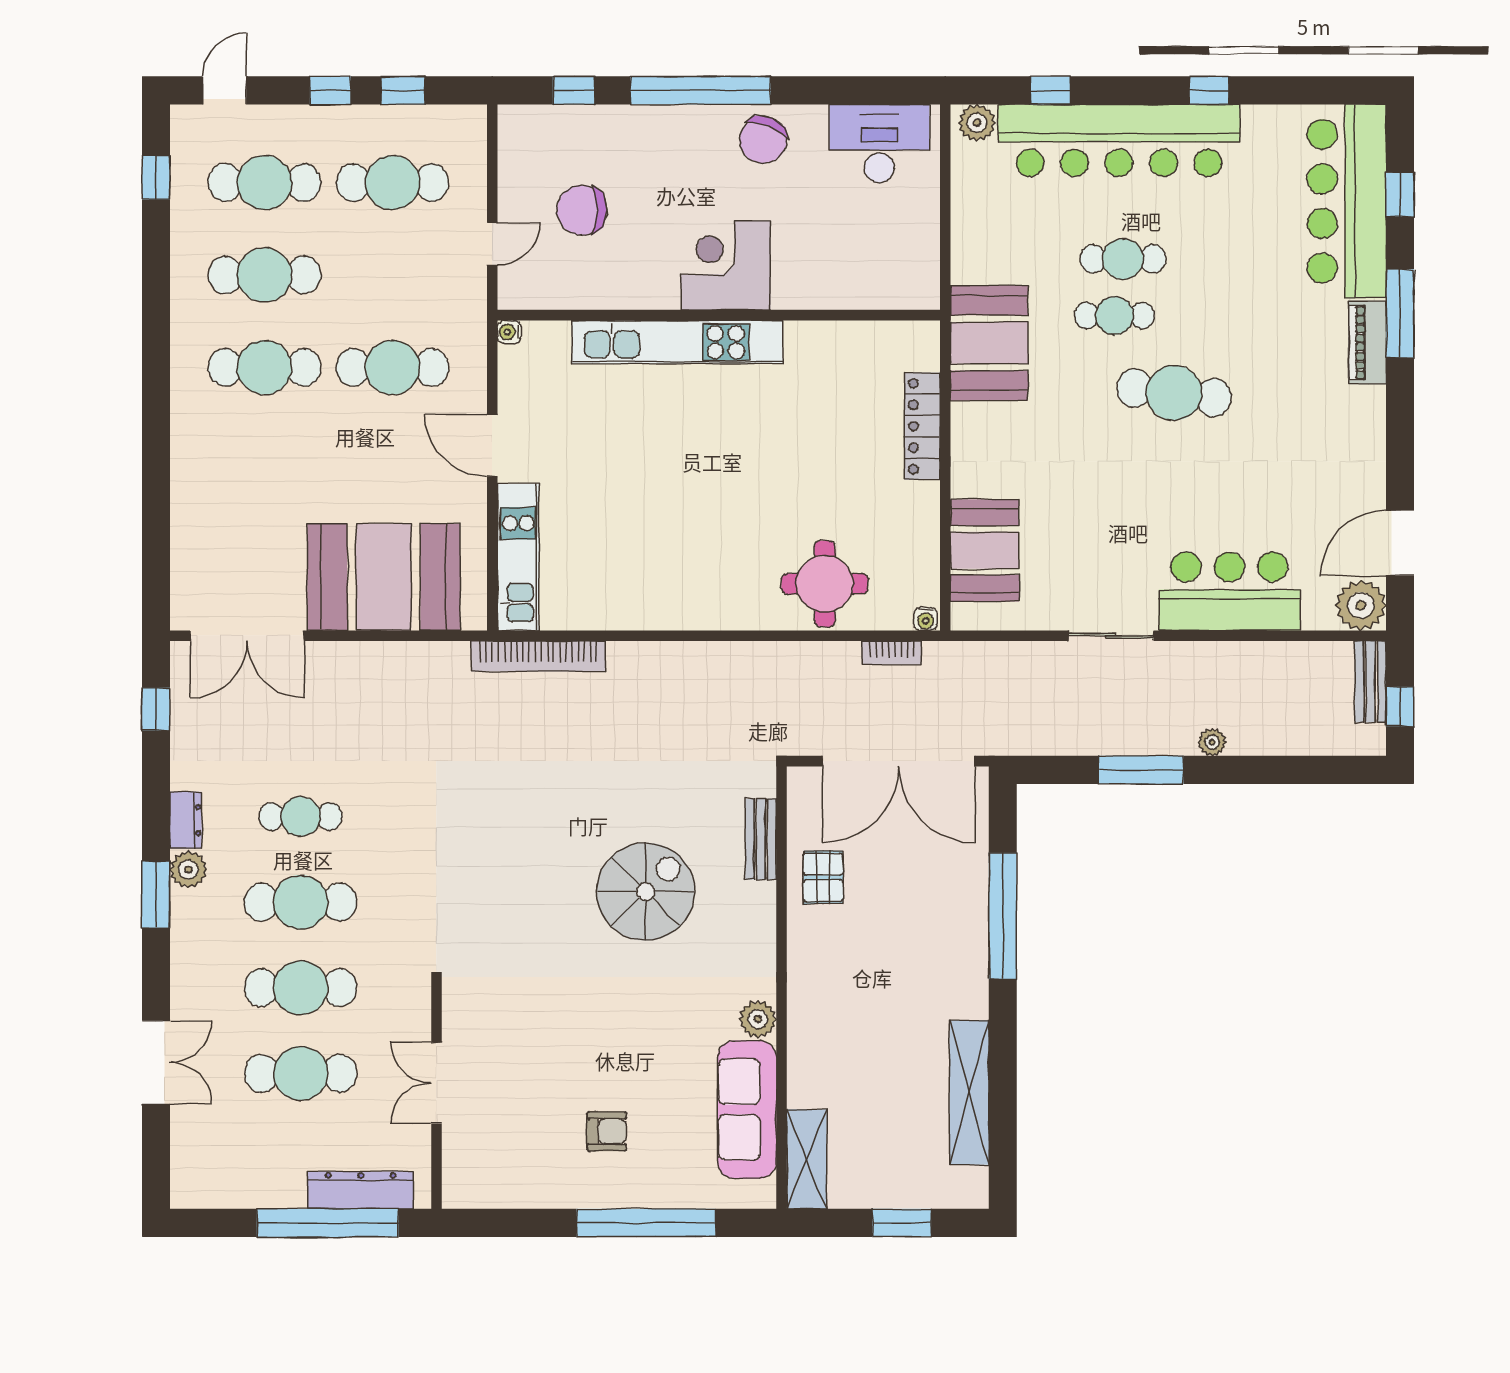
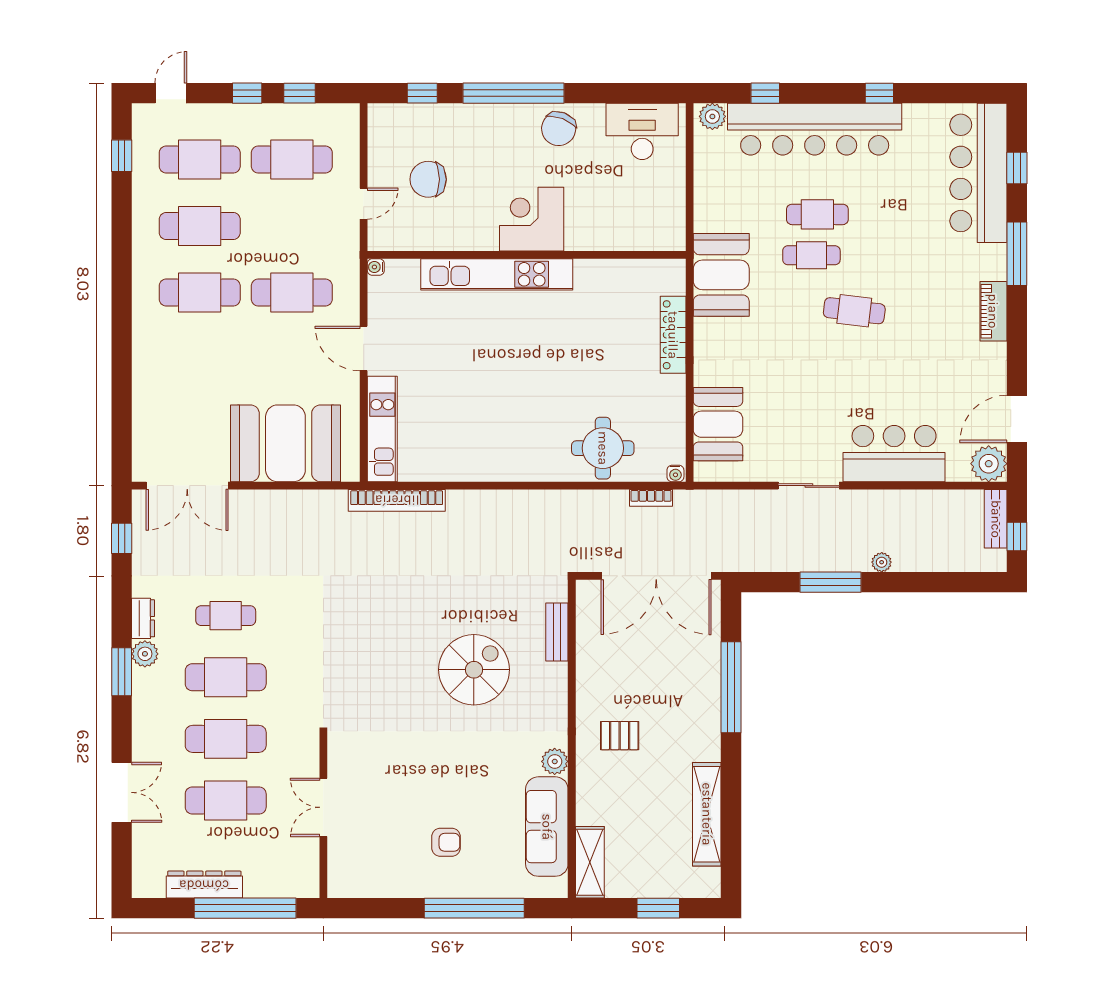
piano: (1367, 343) -> (993, 311), moved
cafe table: (1174, 393) -> (854, 311), width x0.73, depth x0.74
pallet: (823, 877) -> (620, 736), moved, turned 90
dresser: (361, 1190) -> (204, 885), moved

